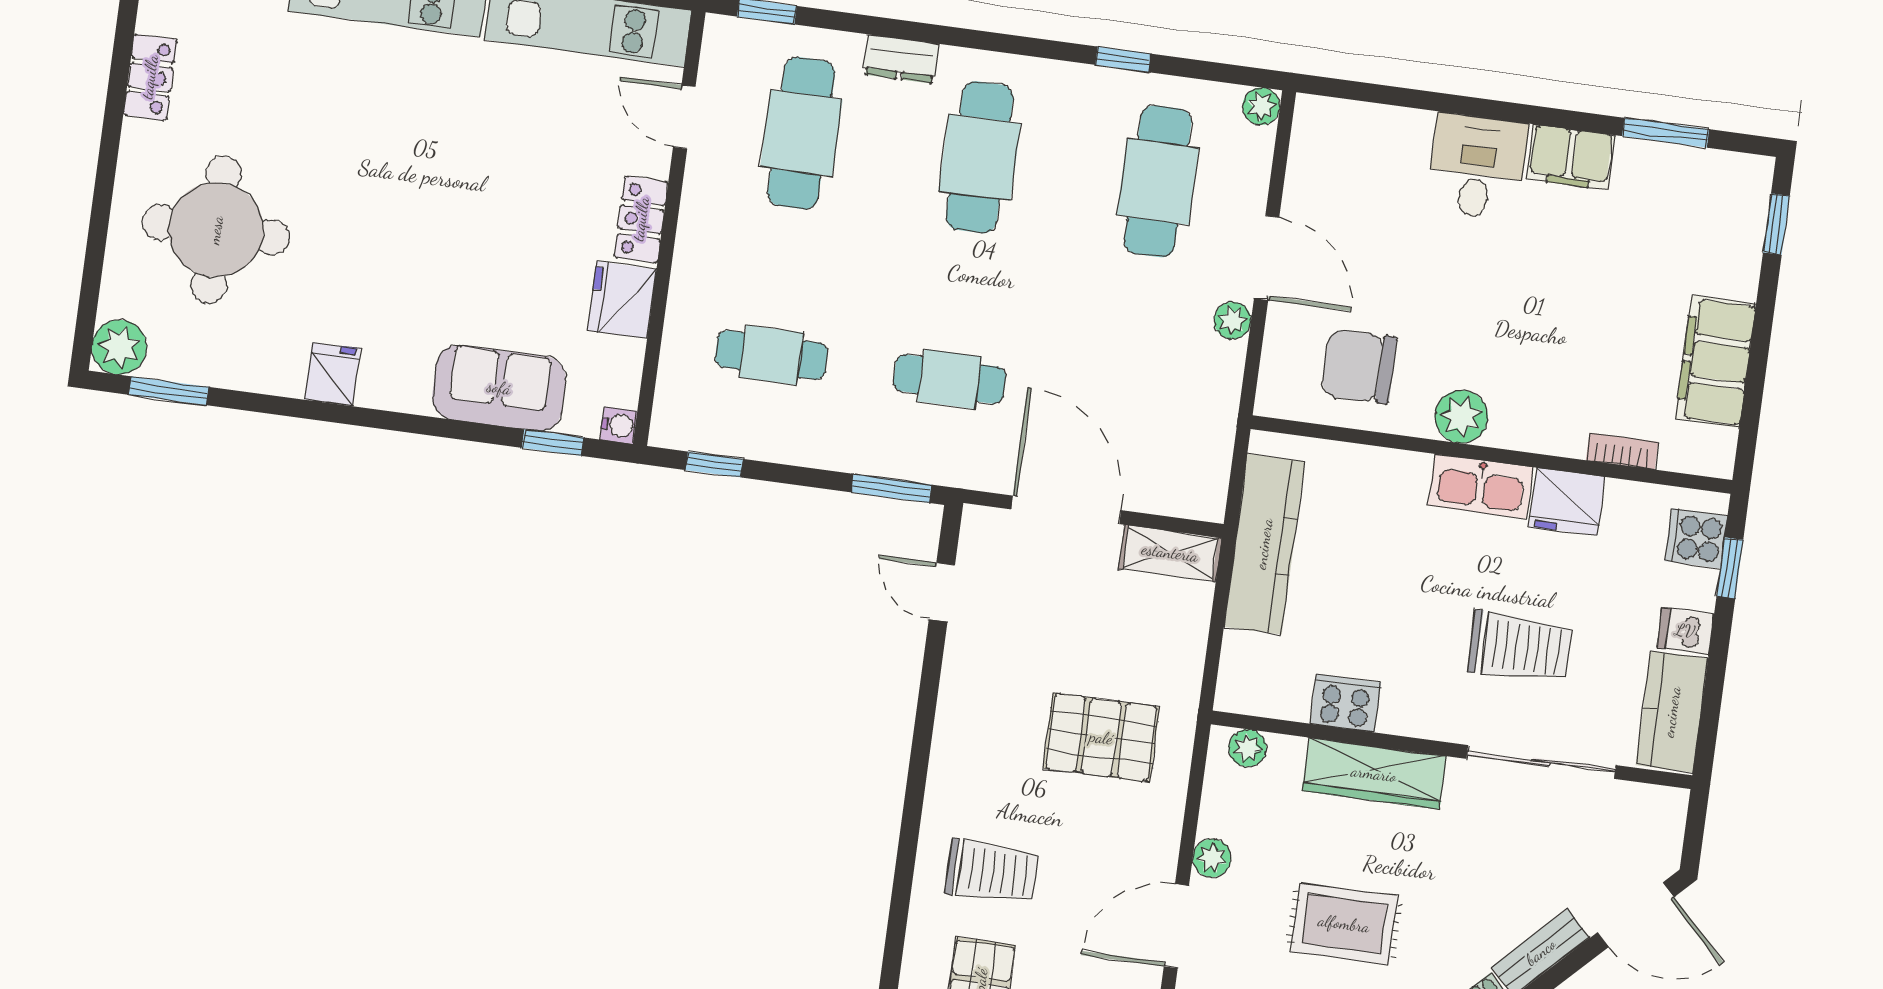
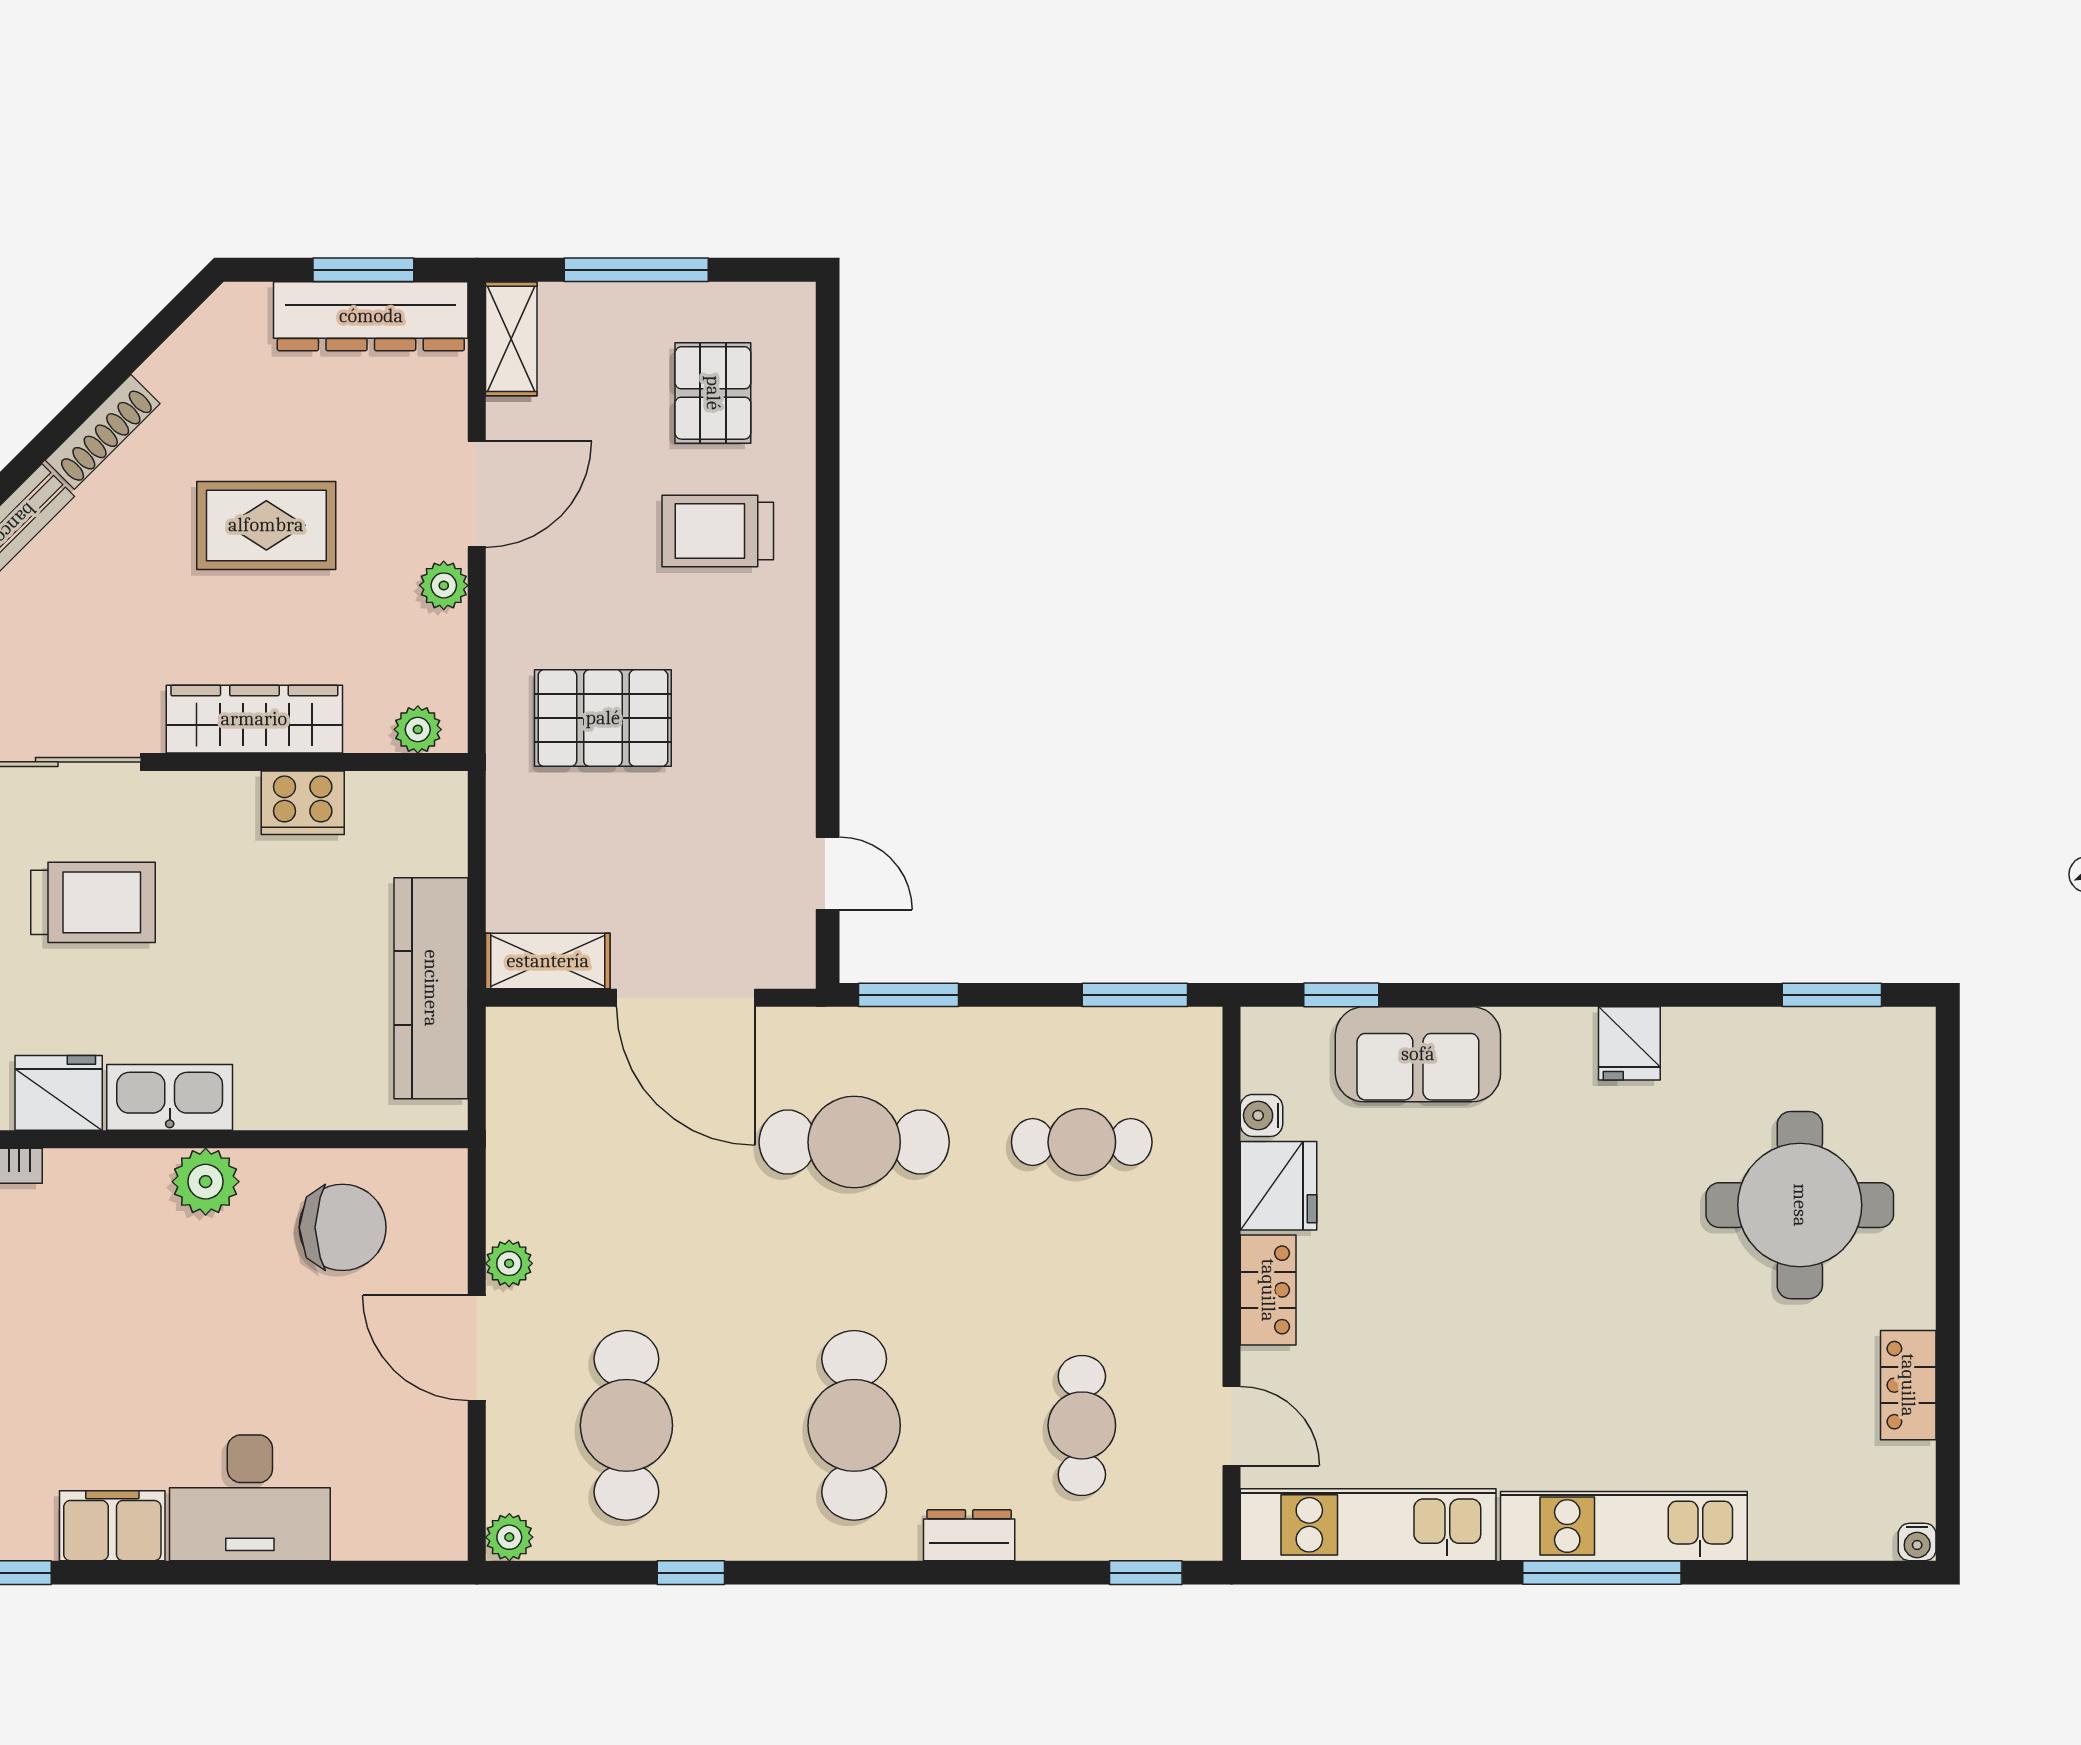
cafe table: (801, 133) -> (1082, 1425), width x0.73, depth x0.74
desk: (1477, 167) -> (250, 1498), width x1.37
plant: (119, 347) -> (1901, 1041), removed
cafe table: (950, 379) -> (854, 1142), width x1.37, depth x1.35
water cooler: (619, 425) -> (1261, 1115), moved
window: (714, 465) -> (1135, 995), width x1.50
trolley: (1520, 647) -> (93, 902), turned 180

